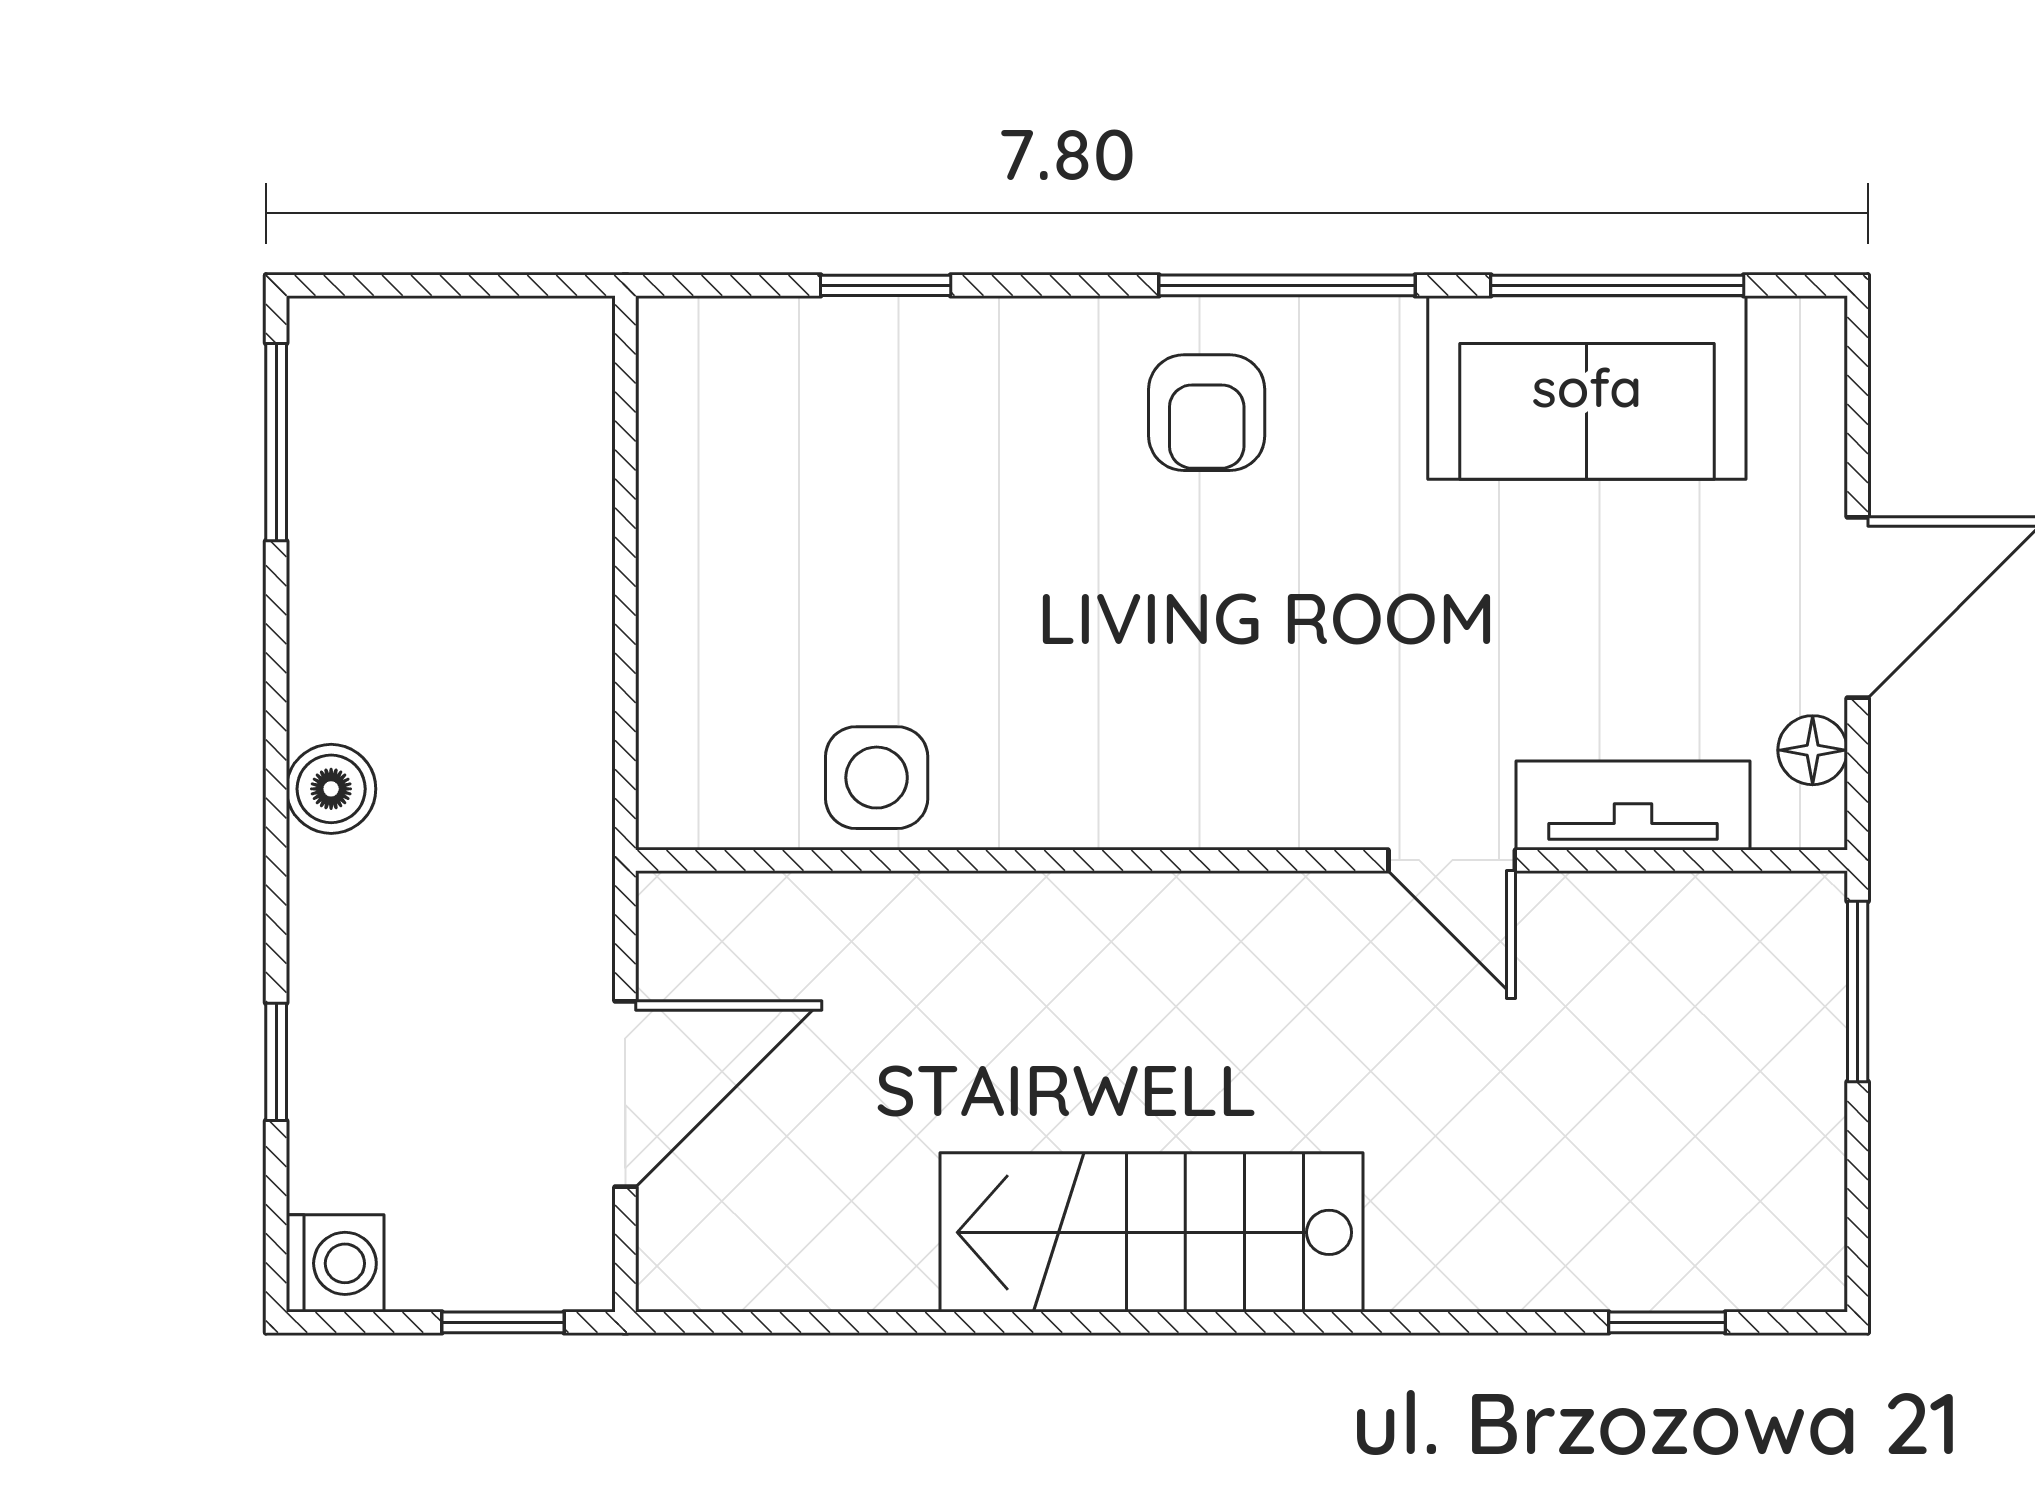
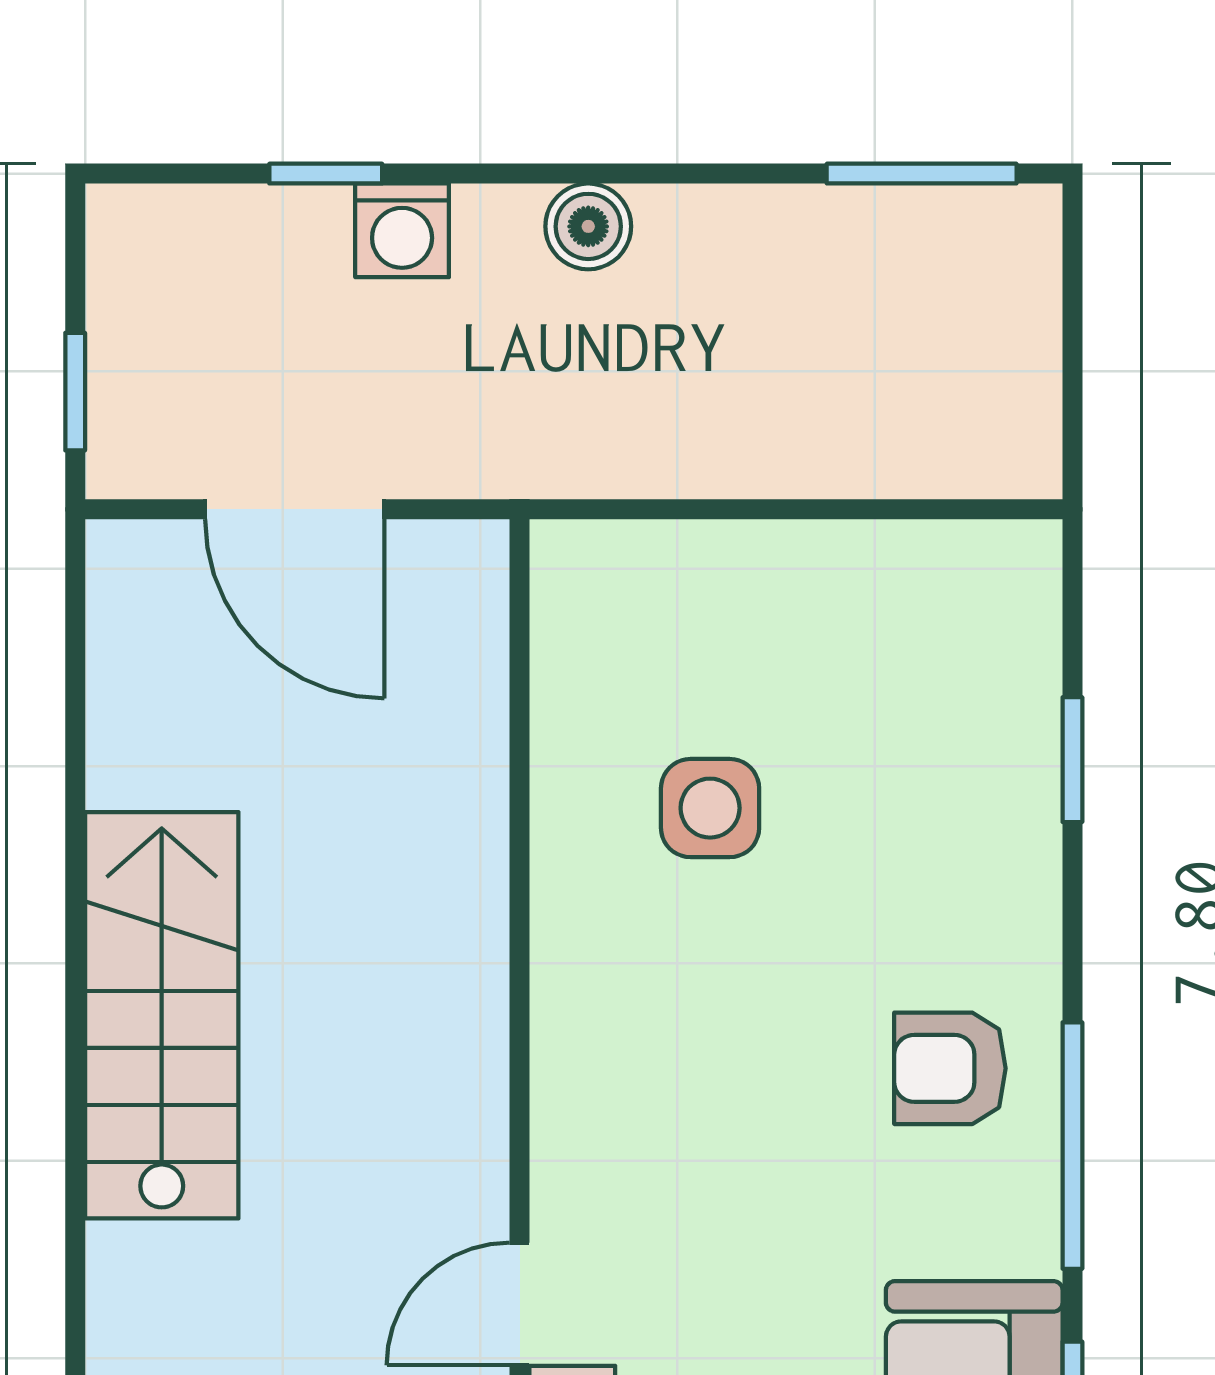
side table: (877, 778) -> (710, 808), moved
washing machine: (335, 1263) -> (402, 230), moved

